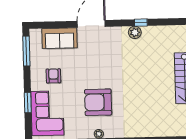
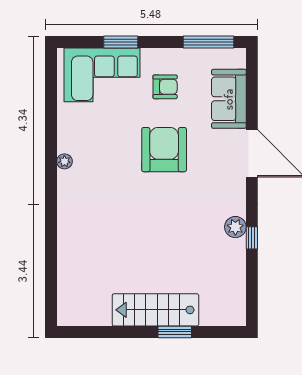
armchair: (98, 102) -> (164, 150), moved

